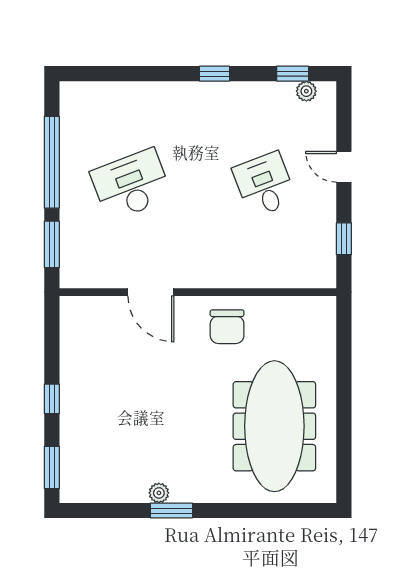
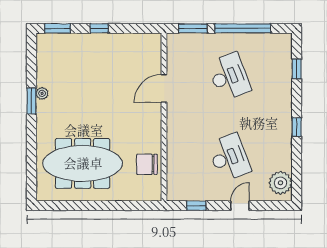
window: (293, 74) -> (297, 69), moved
plant: (306, 91) -> (280, 183), width x1.88, depth x1.88
desk: (264, 185) -> (229, 157), width x1.37
chair: (227, 327) -> (147, 164), moved

